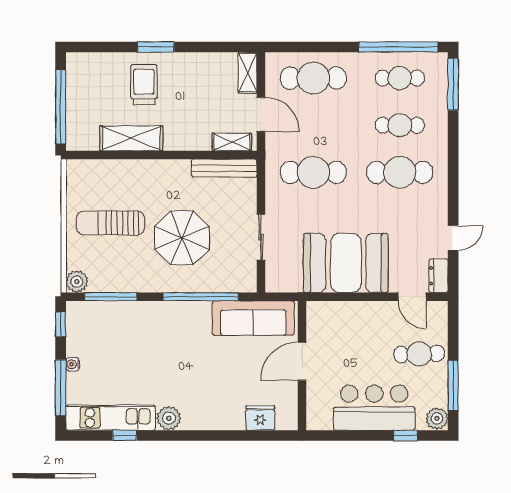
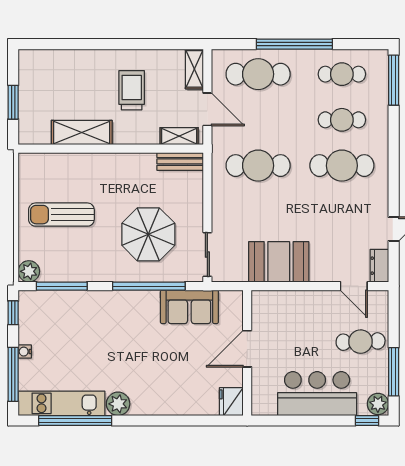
window: (156, 47) -> (105, 44), removed
window: (398, 47) -> (294, 44), moved
trolley: (144, 85) -> (132, 90), moved
window: (61, 107) -> (13, 102), width x0.47
bench: (224, 168) -> (180, 161), width x0.73
sliding door: (261, 237) -> (207, 254), moved
parasol: (182, 238) -> (148, 234), moved
booth: (346, 263) -> (279, 262), width x0.73, depth x0.70
sofa: (253, 318) -> (189, 307), width x0.73
fridge: (260, 418) -> (231, 402), moved, turned -90
window: (125, 435) -> (75, 420), width x3.17
window: (406, 435) -> (367, 420), moved

